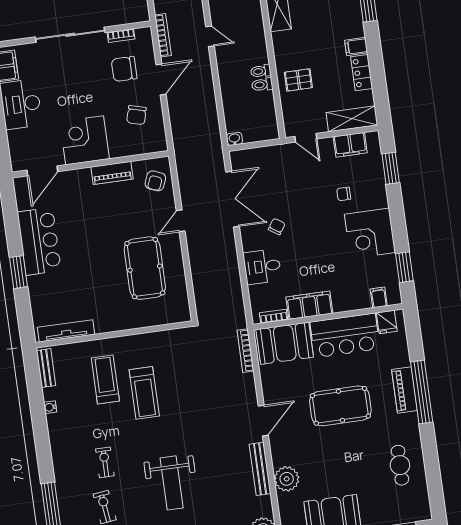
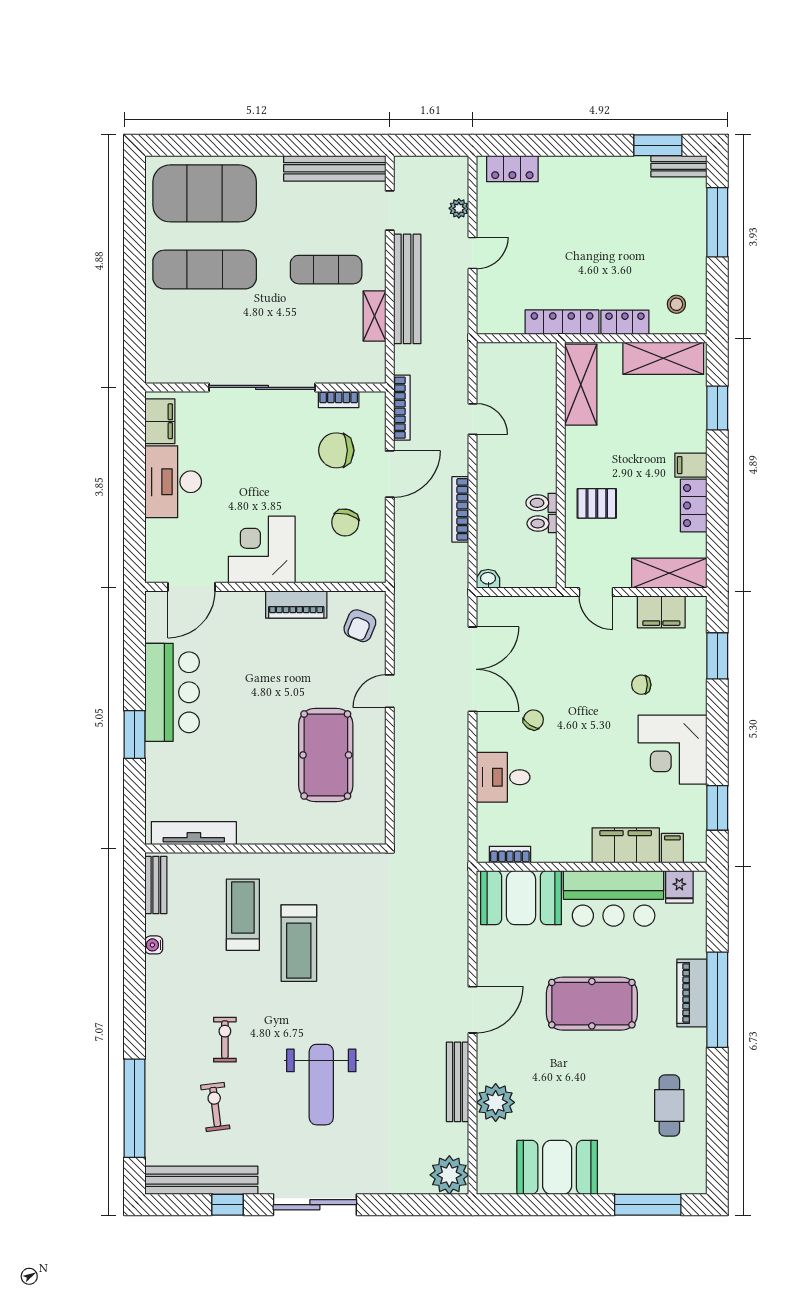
toilet: (261, 71) -> (542, 523), moved
filing cabinet: (309, 305) -> (626, 845), moved
bookcase: (245, 351) -> (460, 509), moved

